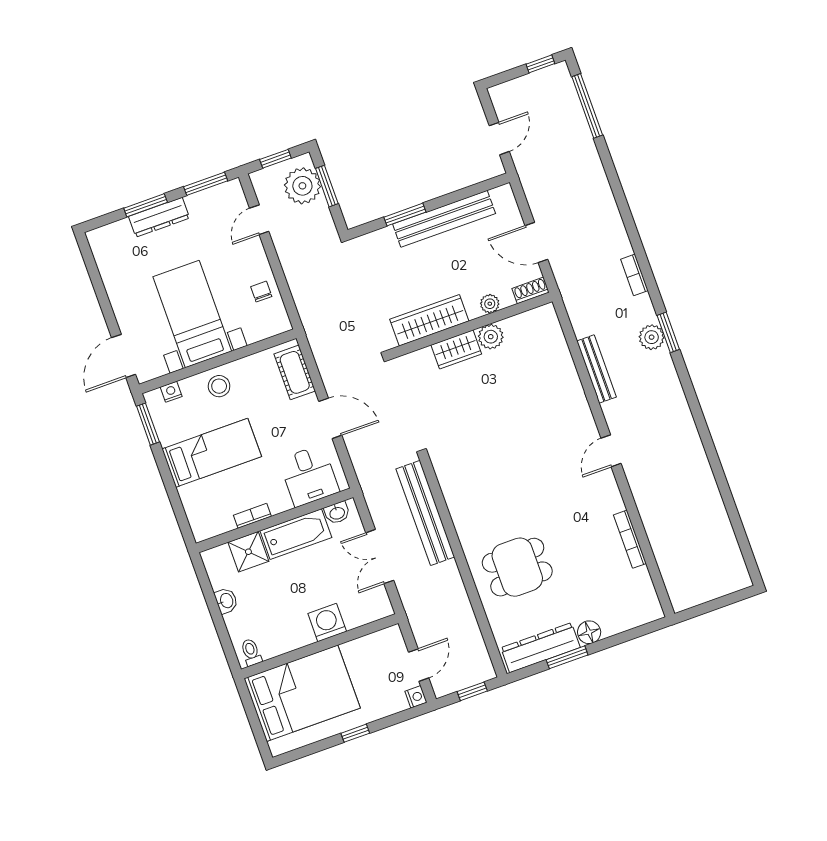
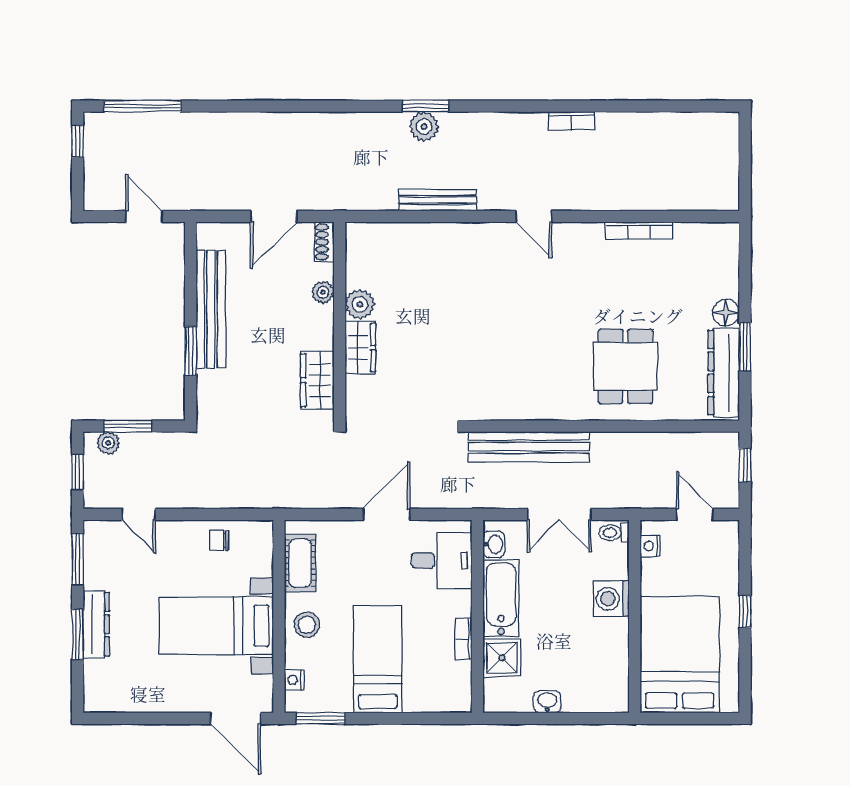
plant: (302, 186) -> (108, 443), width x0.53, depth x0.53
bookcase: (634, 275) -> (571, 121), moved
wardrobe: (429, 320) -> (317, 380), width x0.67
cot: (295, 372) -> (300, 563), moved, turned 90
toilet: (251, 652) -> (614, 533), moved
nightstand: (416, 697) -> (650, 546), moved, turned -90

